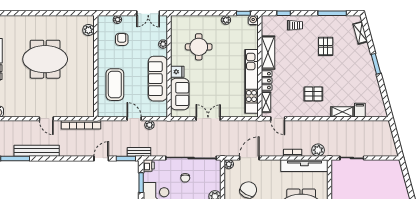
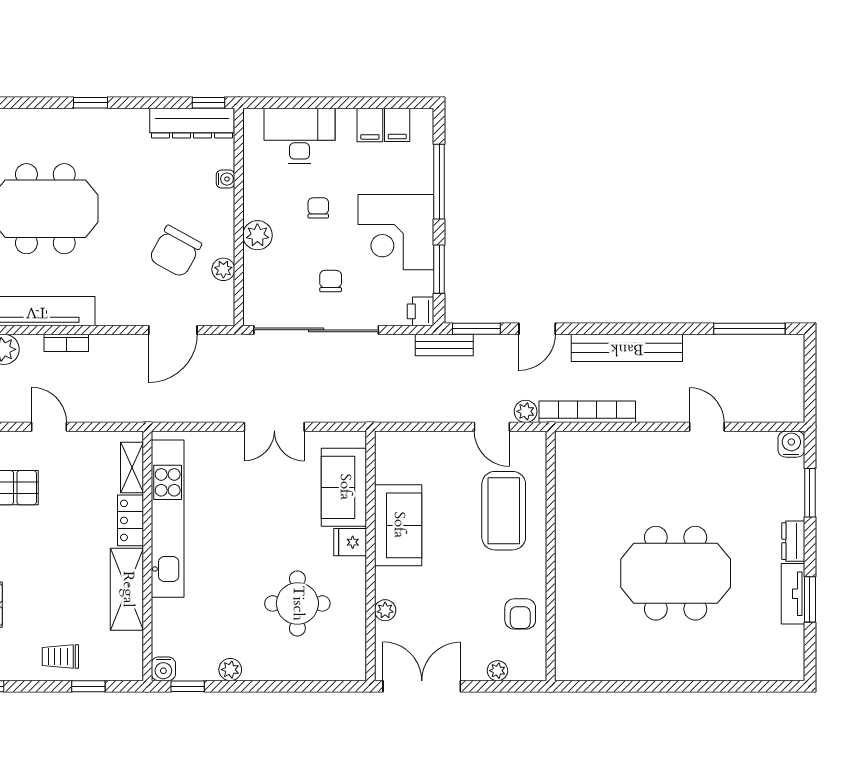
double door: (148, 13) -> (422, 686), width x1.37
plant: (88, 30) -> (569, 645), removed
armchair: (122, 39) -> (520, 614), moved
sofa: (158, 79) -> (398, 525), width x0.73
door: (46, 119) -> (707, 427), moved
door: (134, 119) -> (492, 427), moved
door: (278, 119) -> (49, 427), moved
plant: (149, 125) -> (526, 411), moved
bench: (37, 151) -> (627, 348), moved
plant: (229, 164) -> (223, 269), moved

